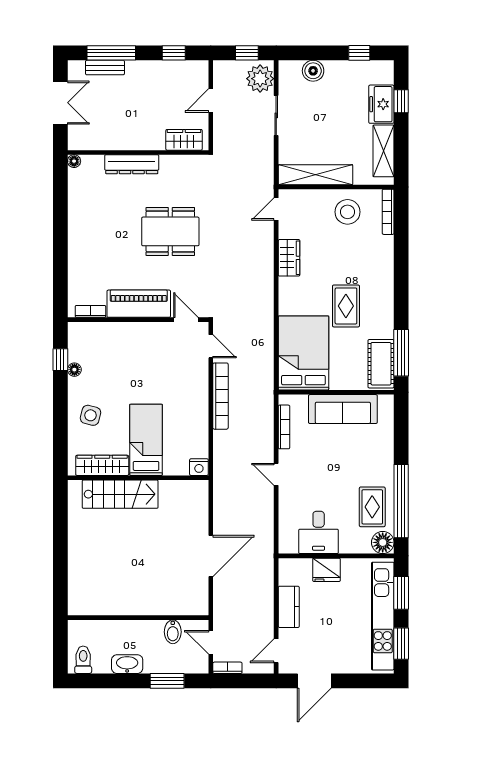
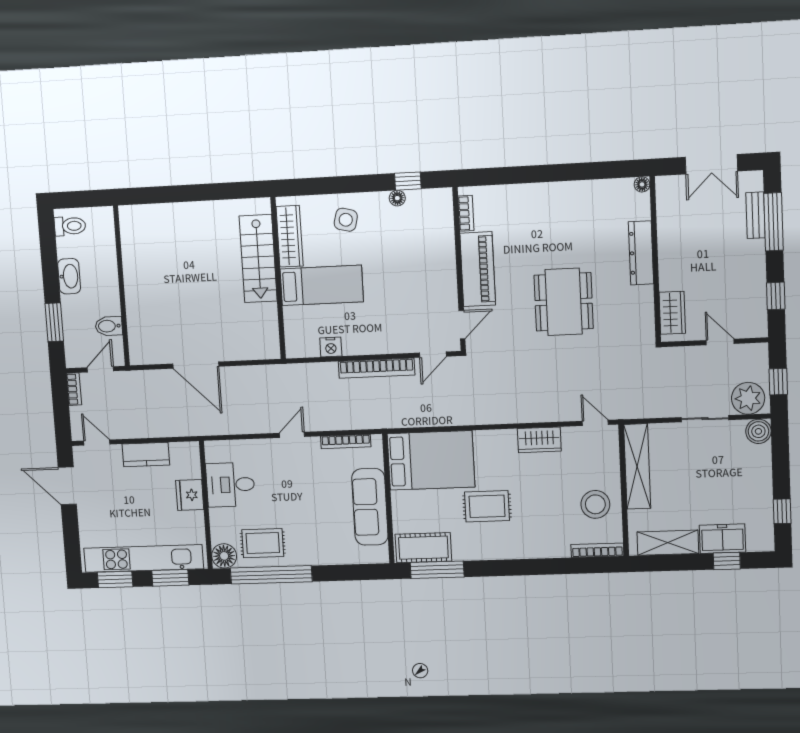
boiler: (313, 71) -> (758, 431), moved
nightstand: (199, 467) -> (331, 347), moved, turned -90

